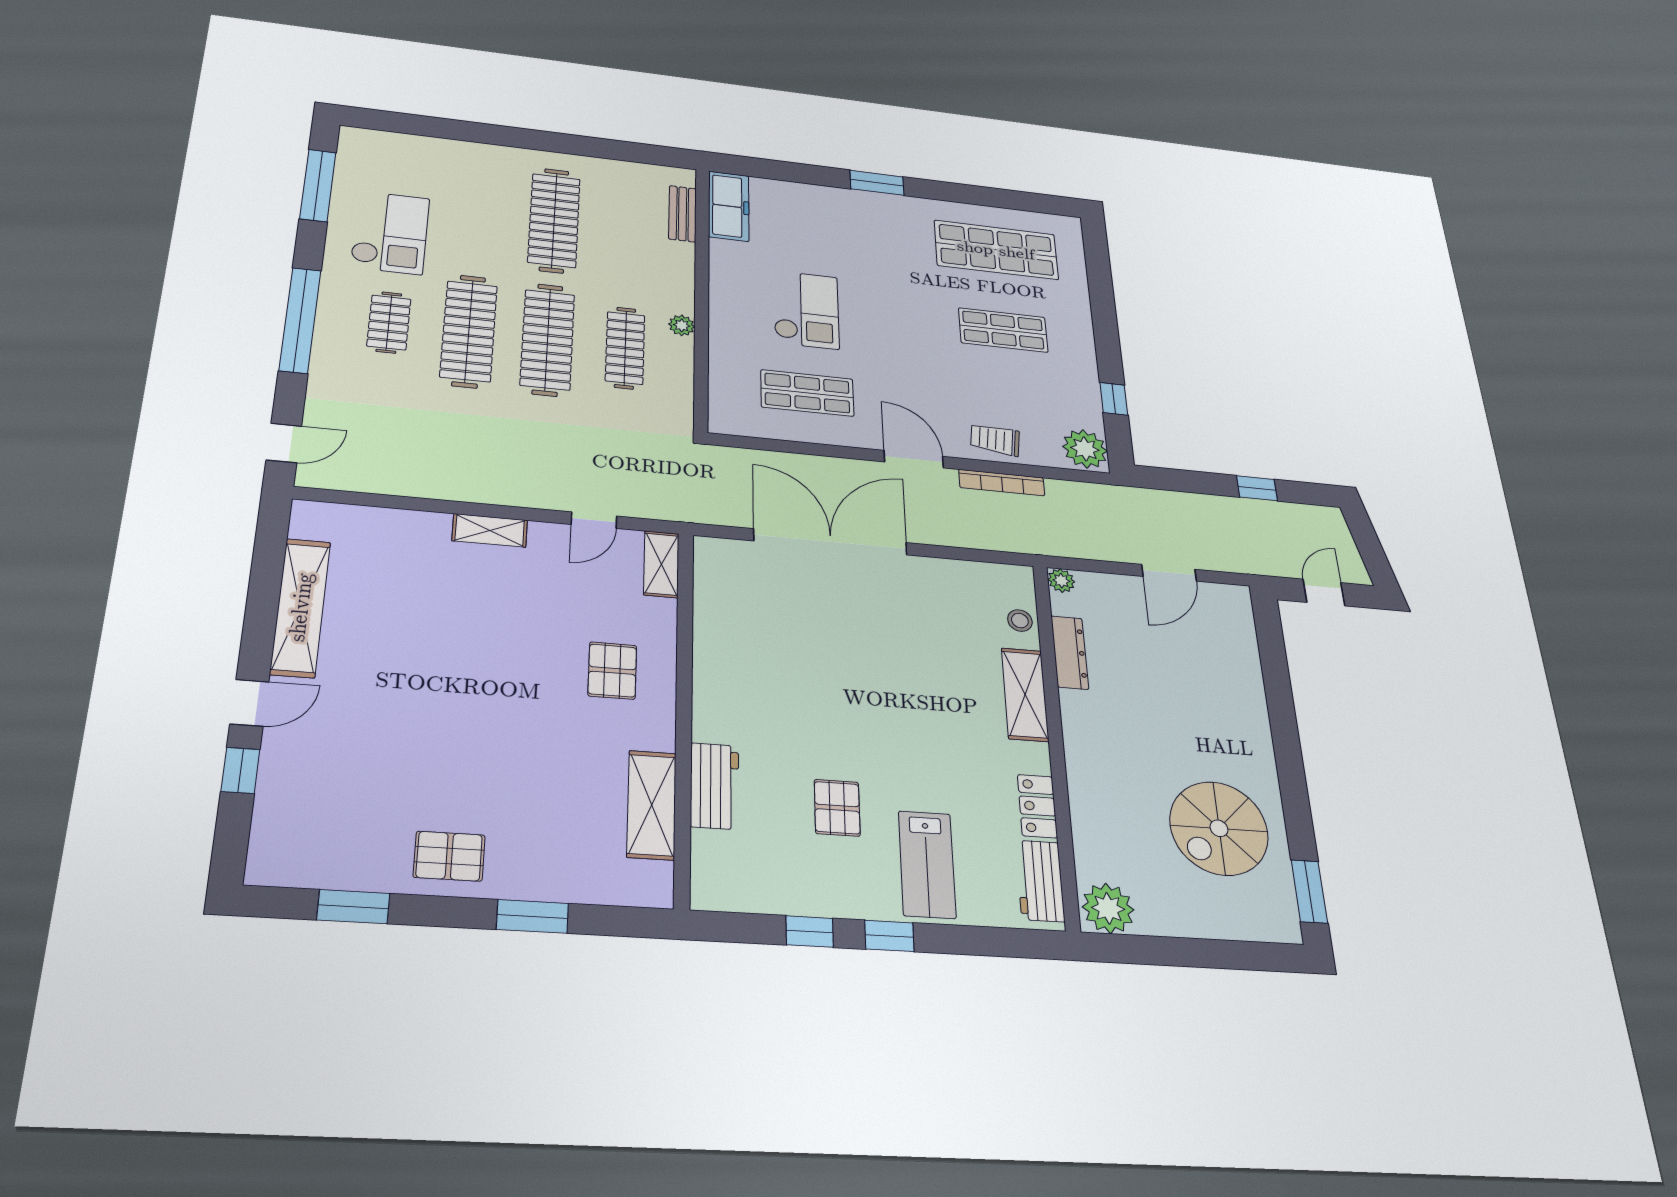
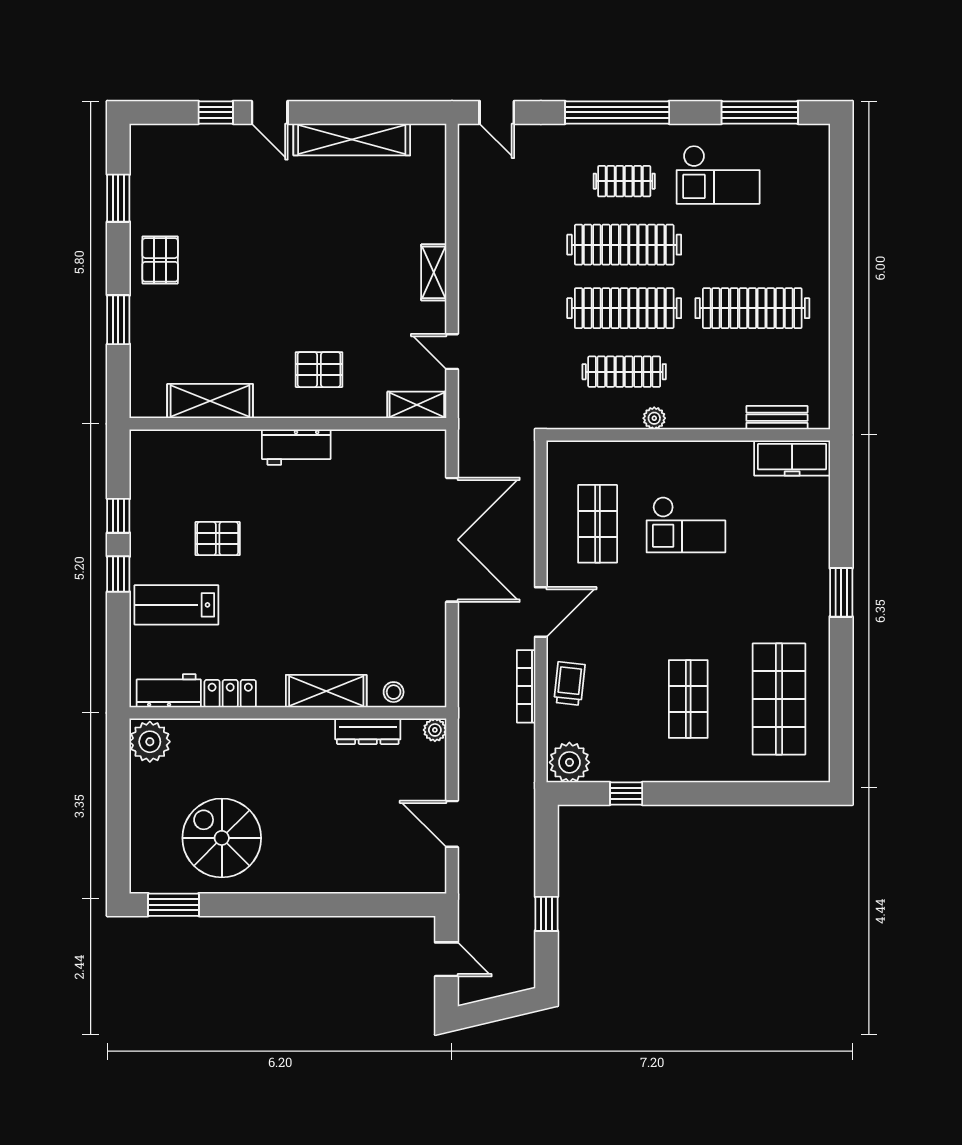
workbench: (715, 786) -> (296, 447), moved

